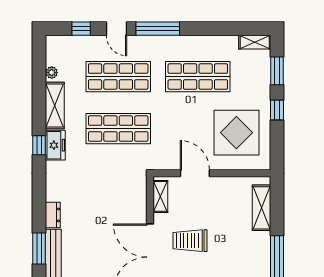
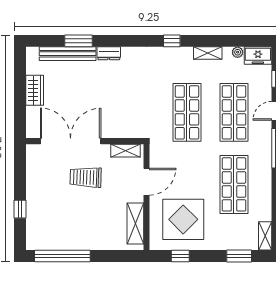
shelving: (55, 106) -> (208, 53), width x0.67, depth x0.75
window: (277, 110) -> (180, 256), moved
freezer: (55, 145) -> (258, 55), moved
shelving: (261, 208) -> (135, 223), moved, turned 90
trolley: (190, 241) -> (86, 177), turned -88

